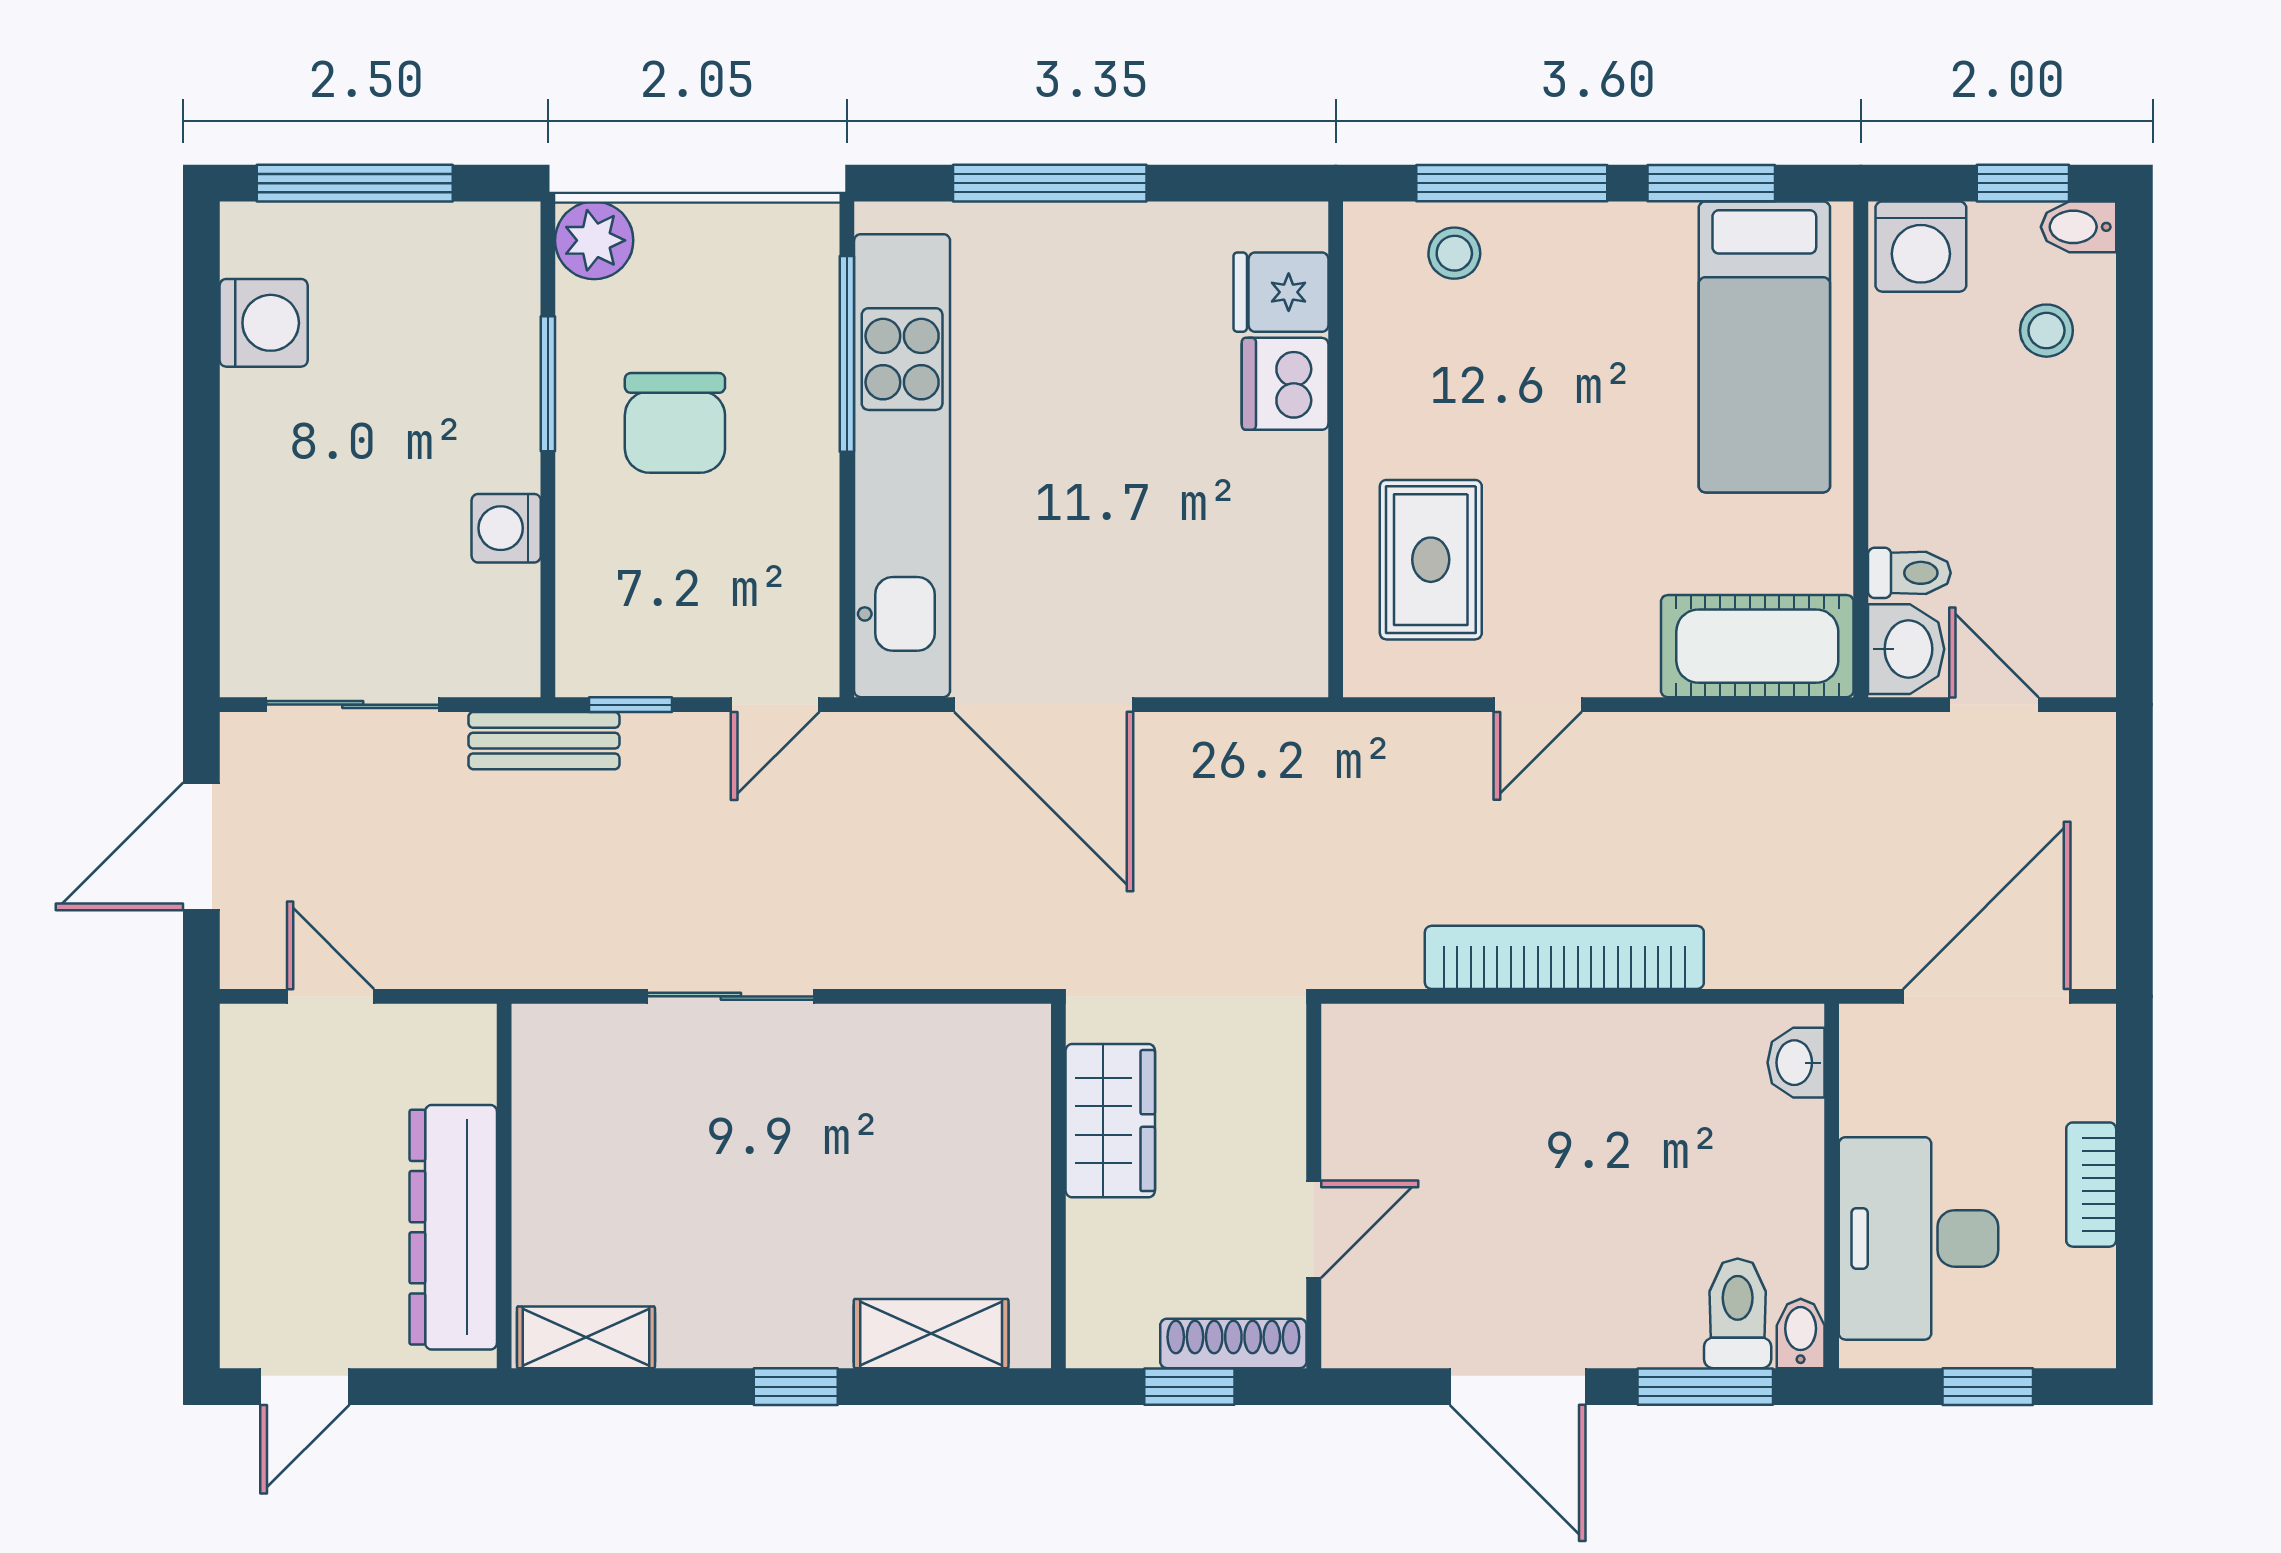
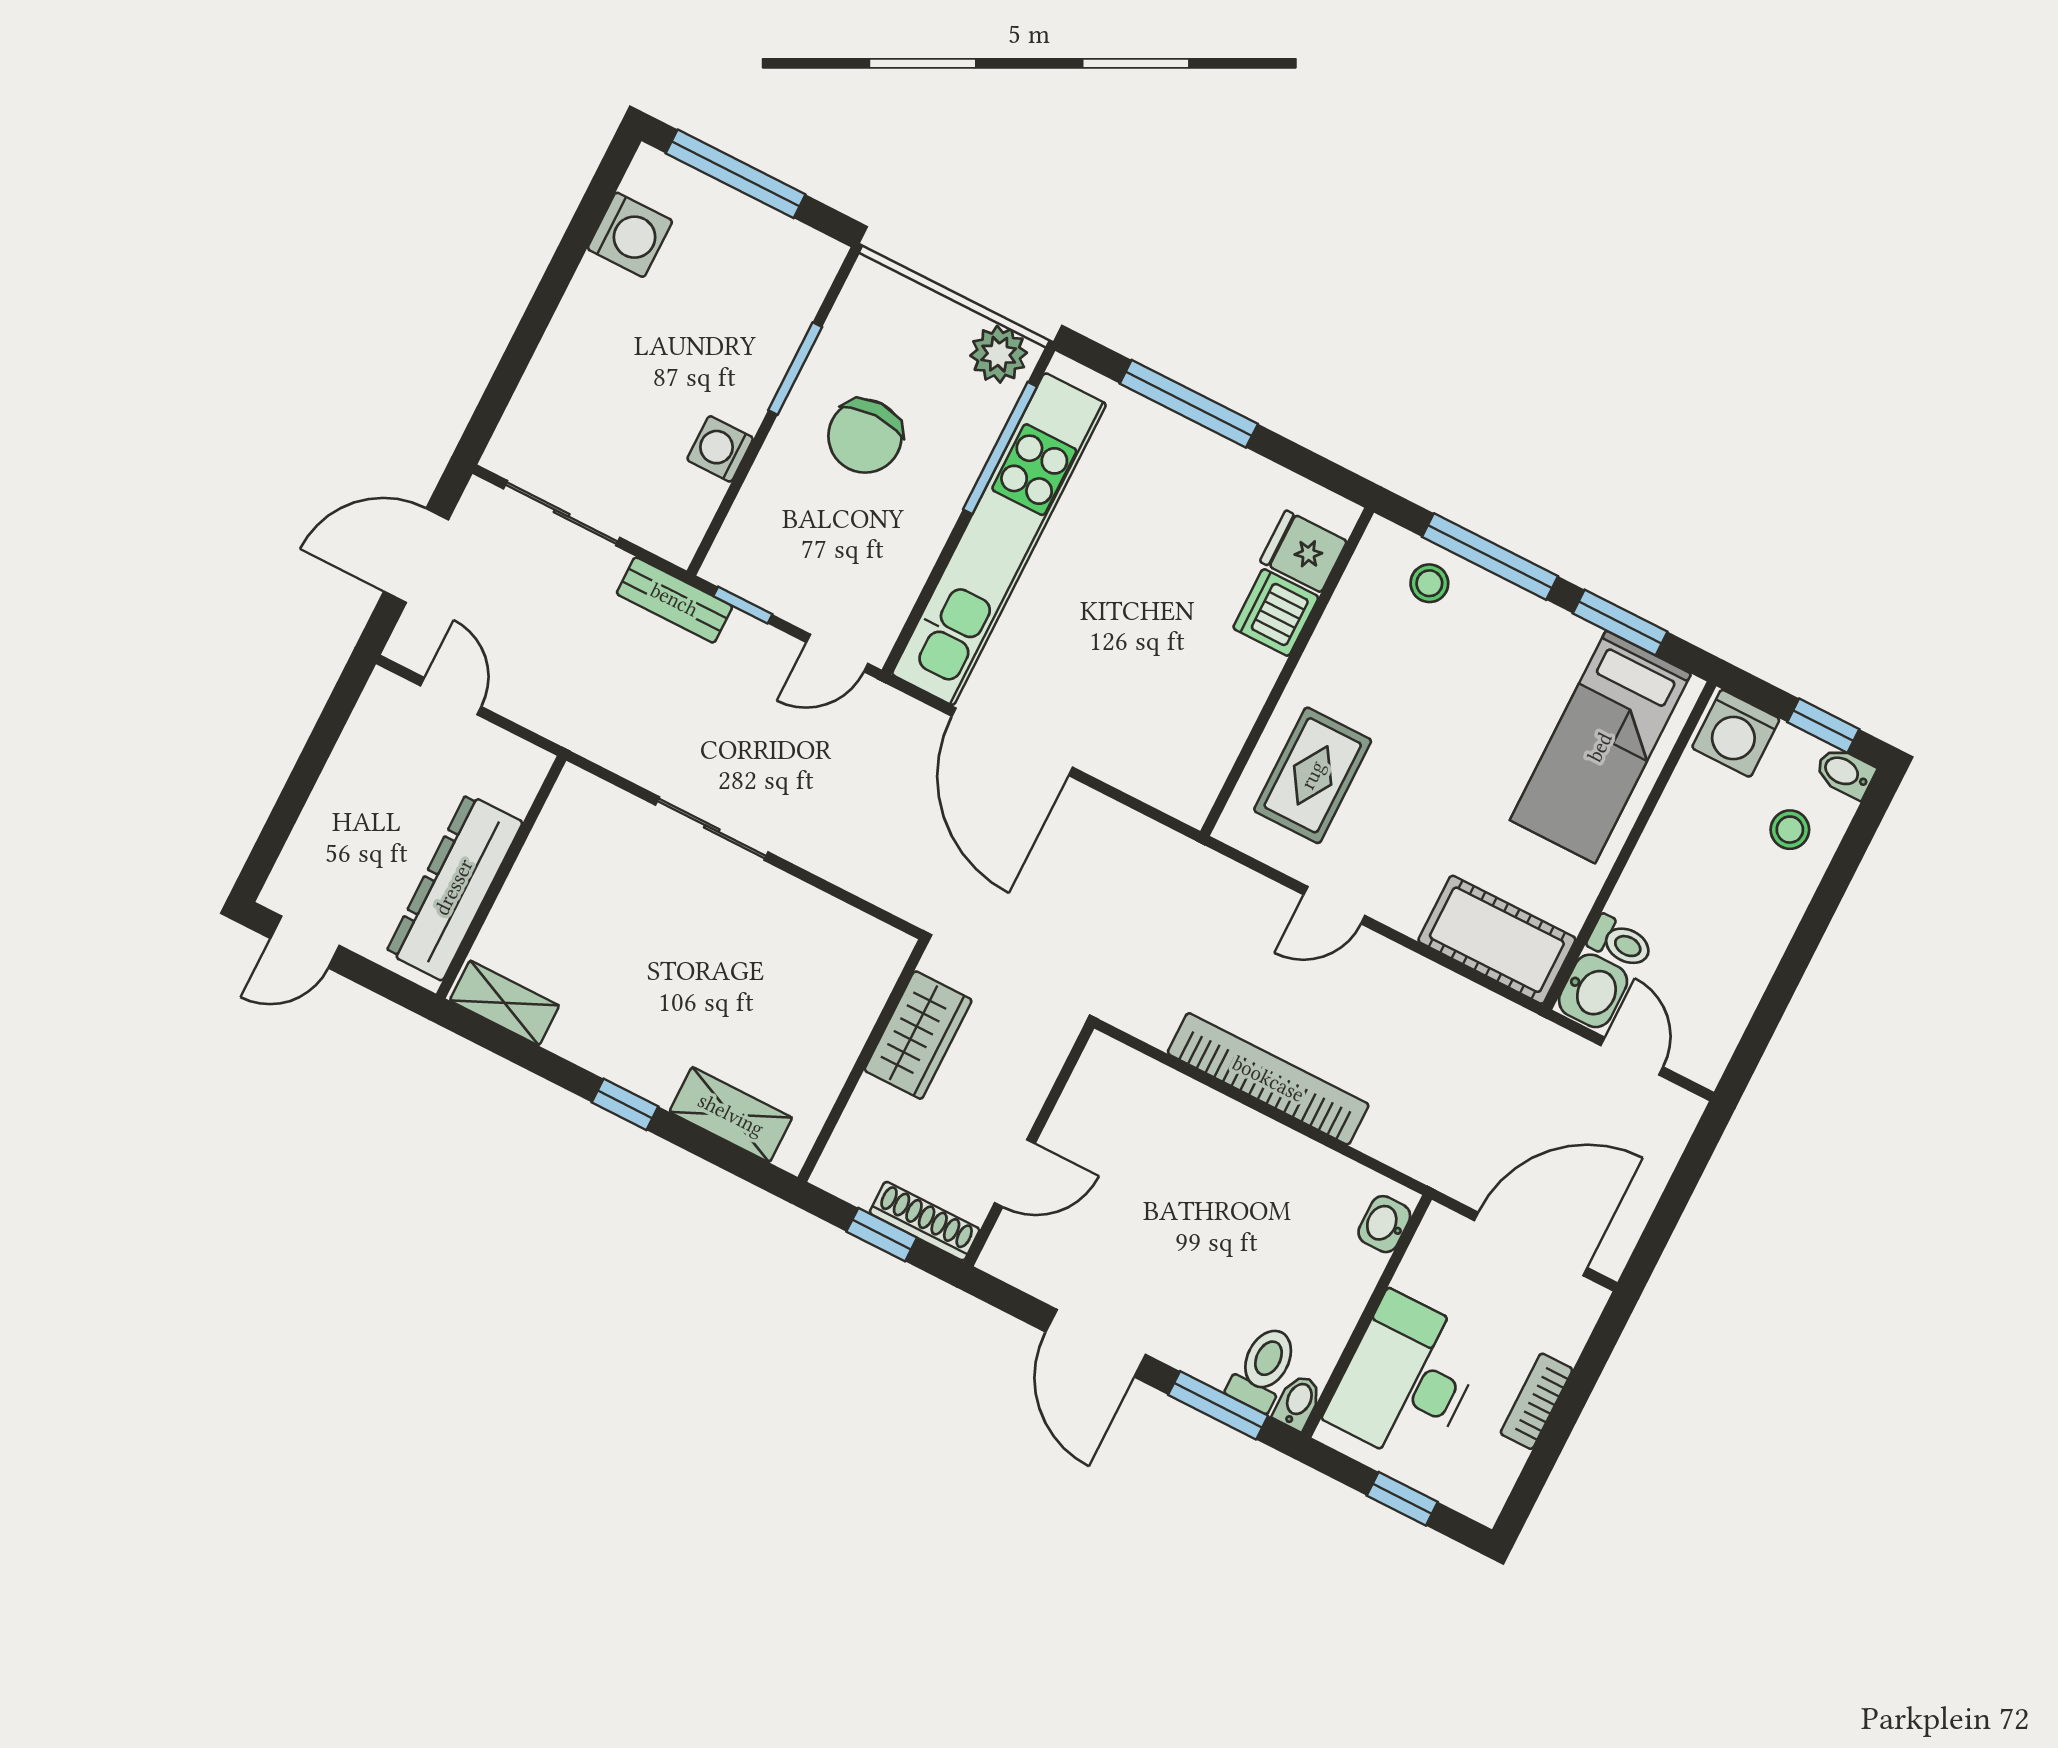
plant: (594, 240) -> (999, 354), moved

